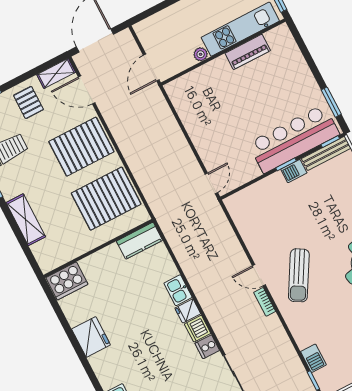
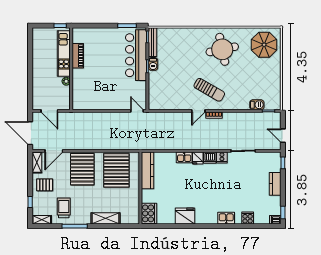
door: (151, 67) -> (49, 111), moved
kitchen counter: (139, 241) -> (148, 170), width x1.50

